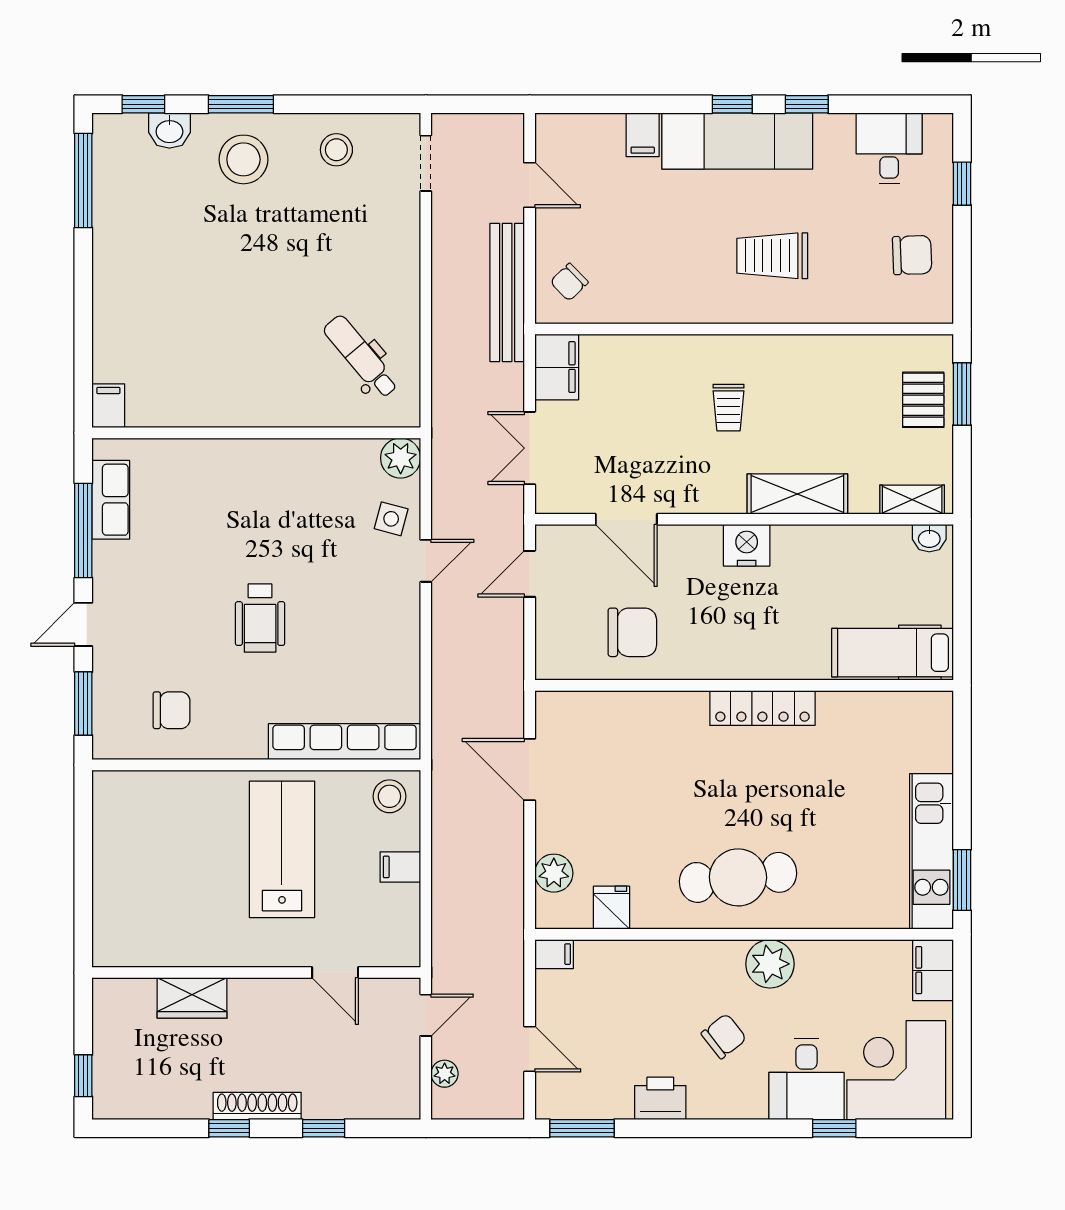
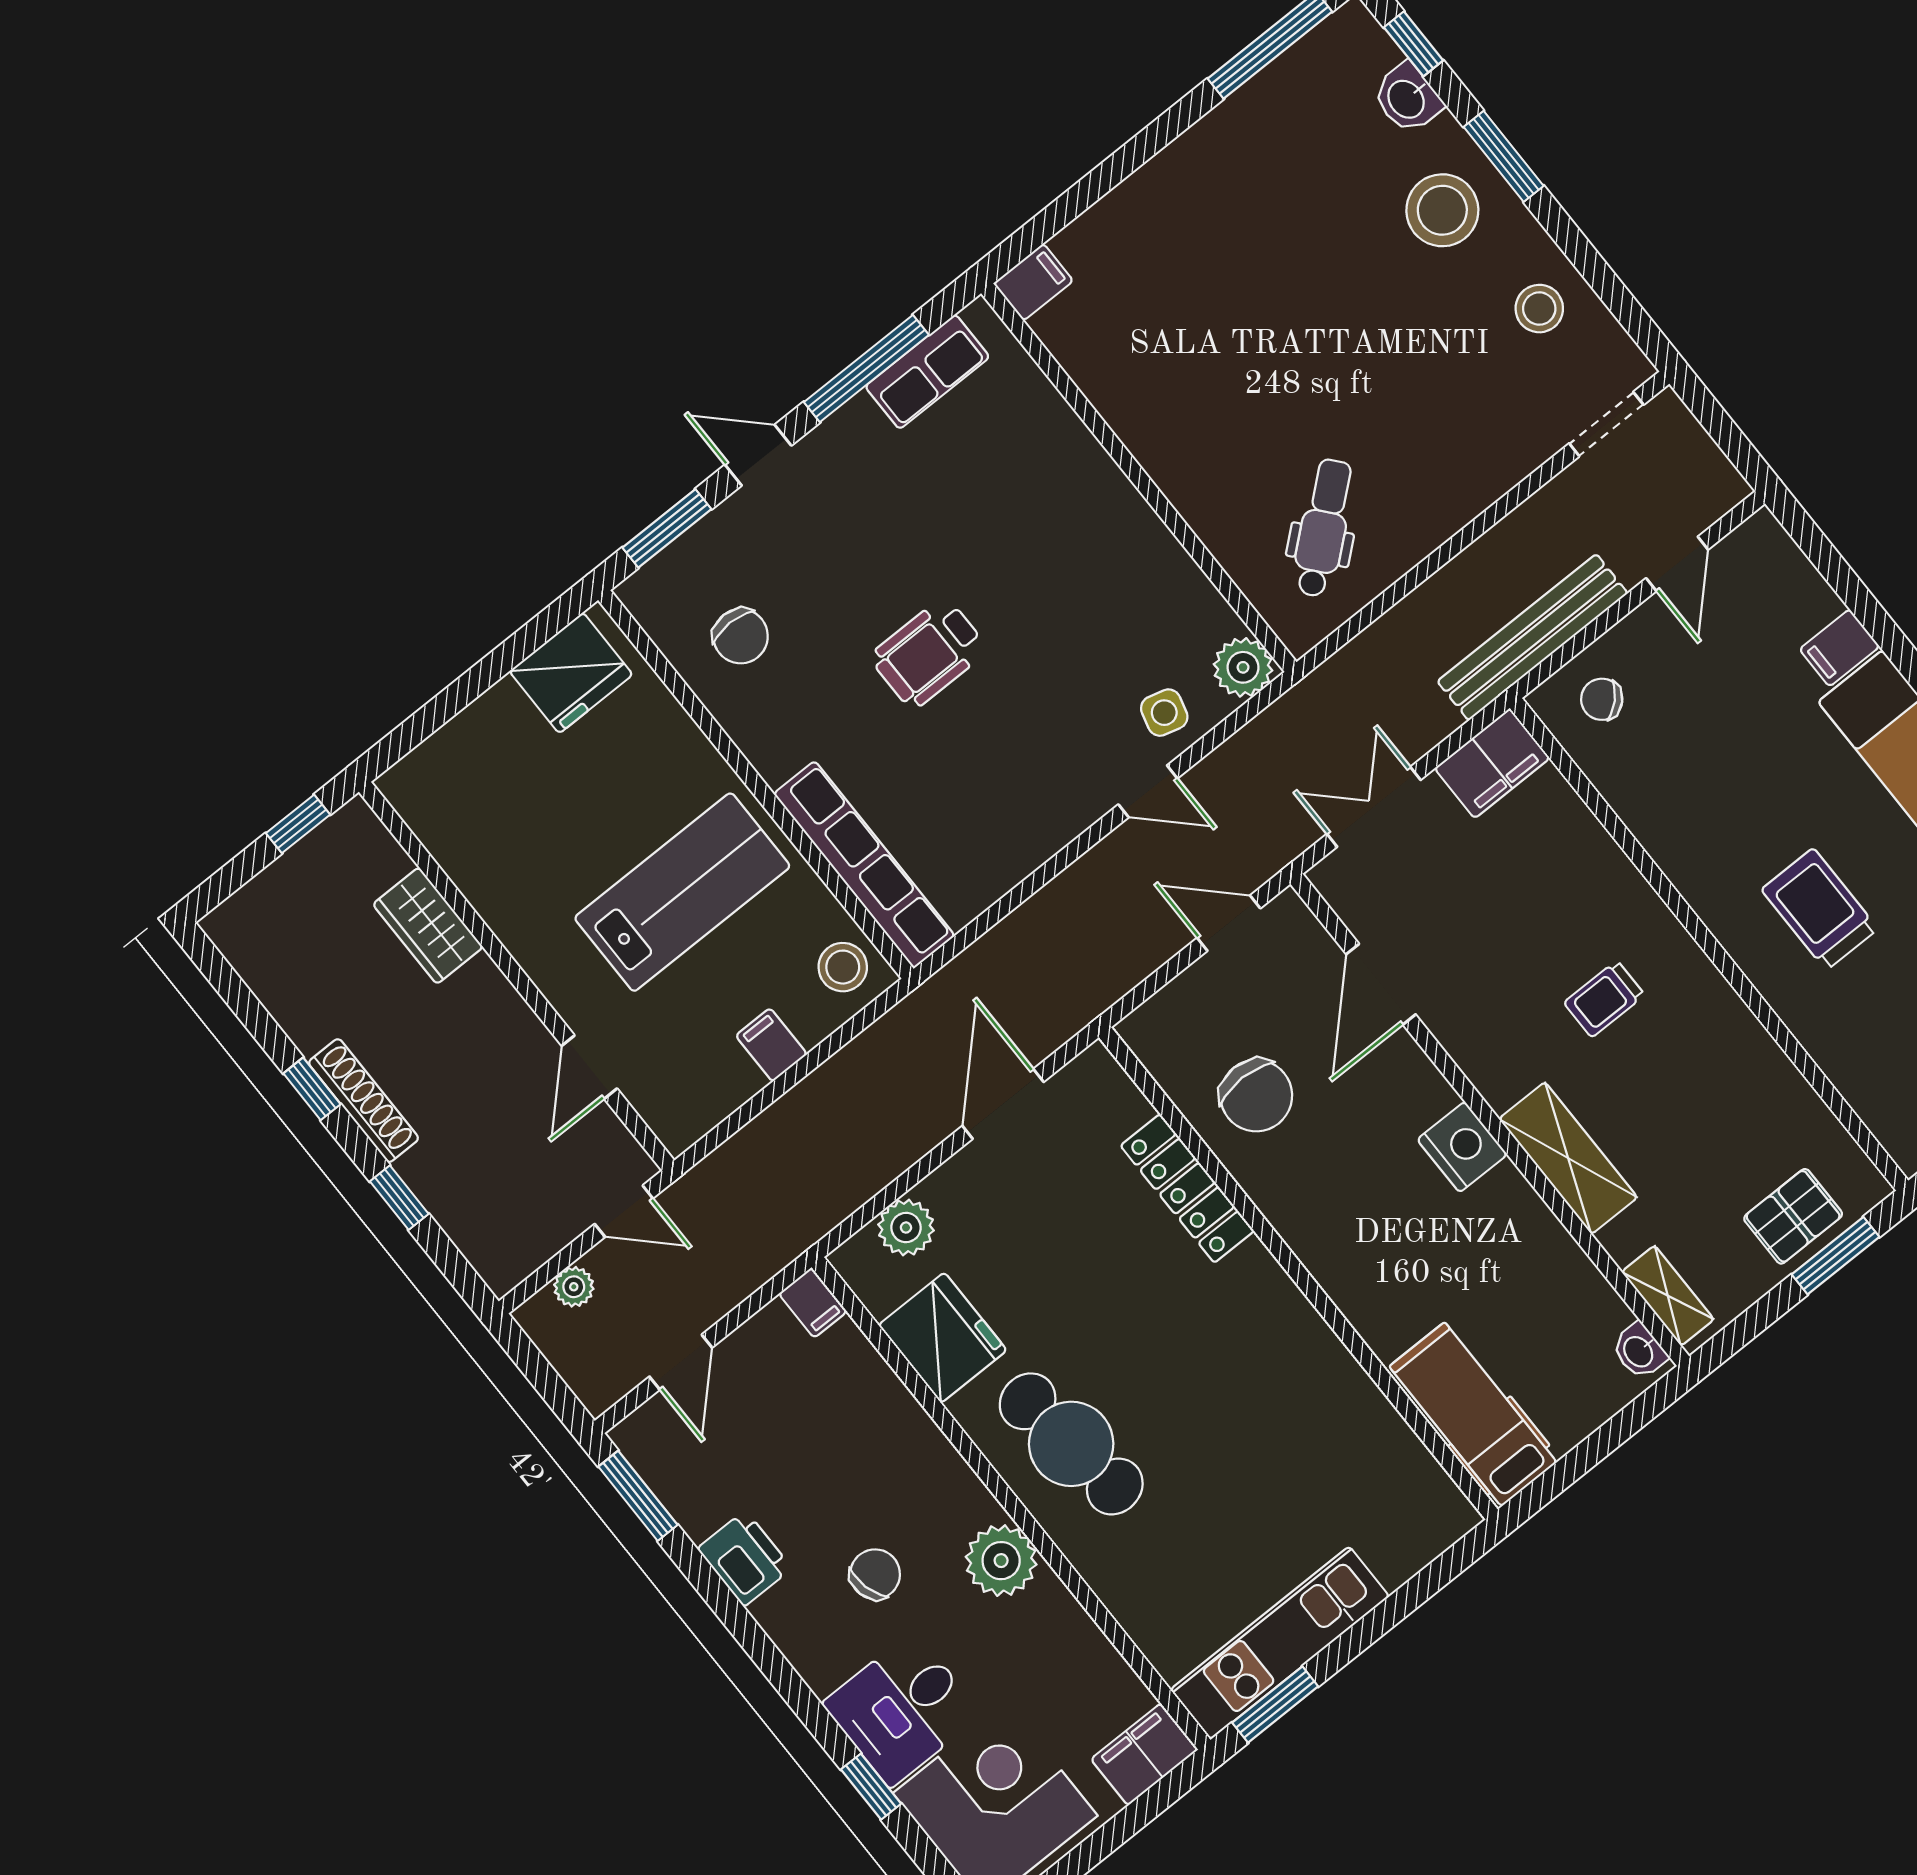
locker: (762, 708) -> (1187, 1188), moved
fridge: (119, 815) -> (571, 673), added
fridge: (611, 908) -> (943, 1338), width x1.88, depth x1.34
chair: (724, 1036) -> (875, 1574), turned -66
window: (83, 1076) -> (298, 824), moved

